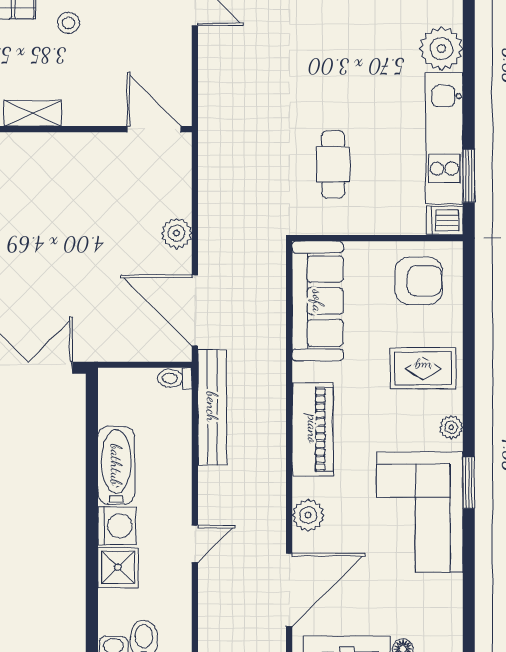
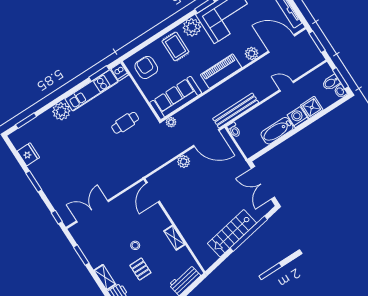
plant: (274, 259) -> (171, 122), added
door: (195, 311) -> (206, 138), hinge flipped
plant: (451, 427) -> (192, 27), width x1.88, depth x1.88

